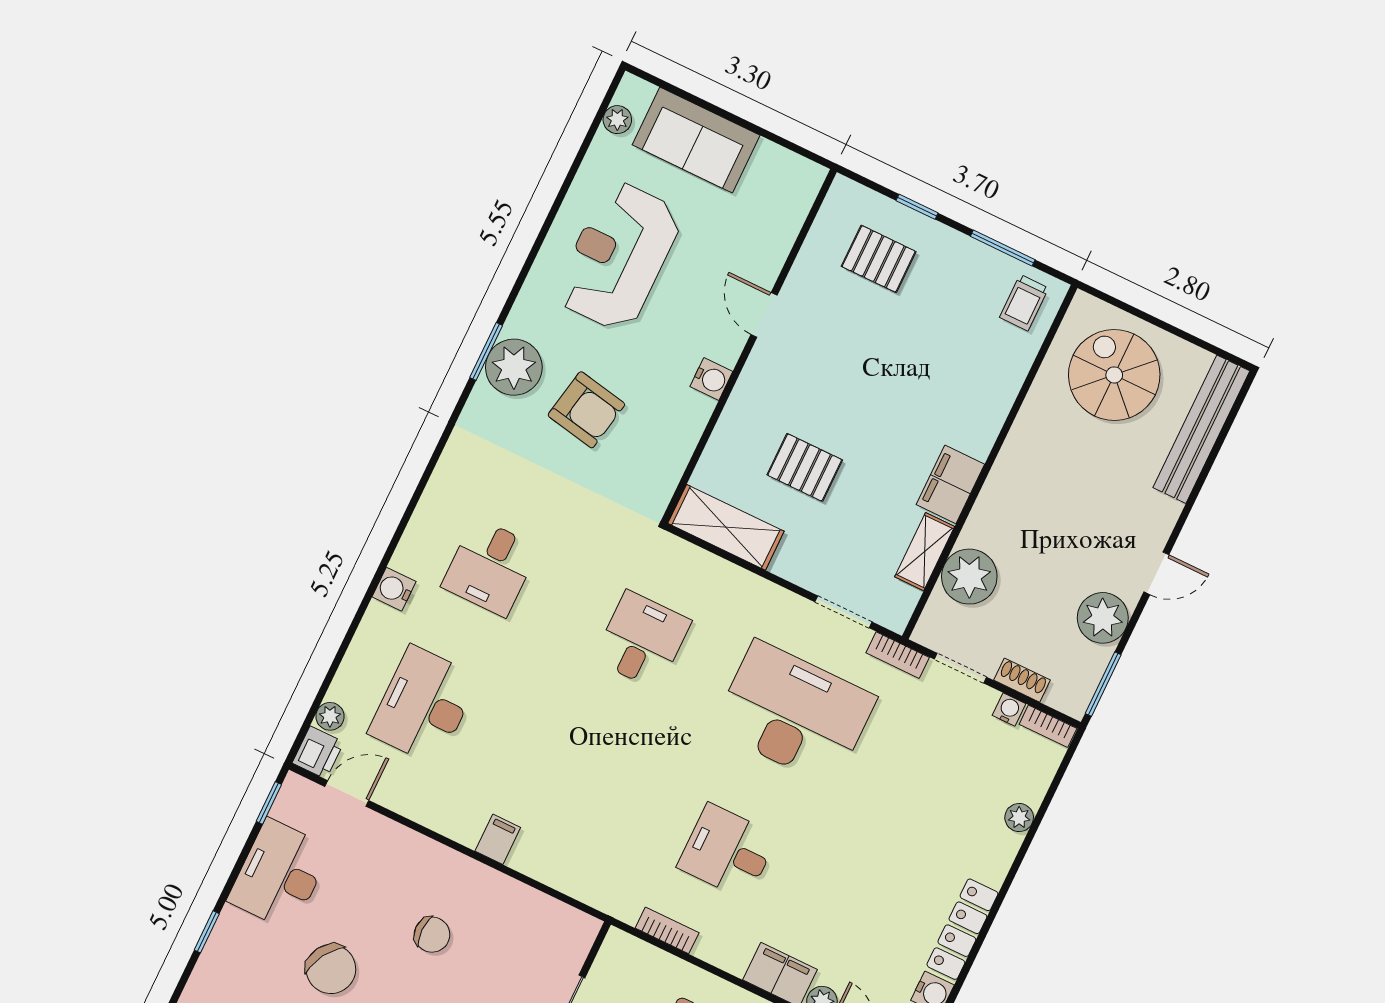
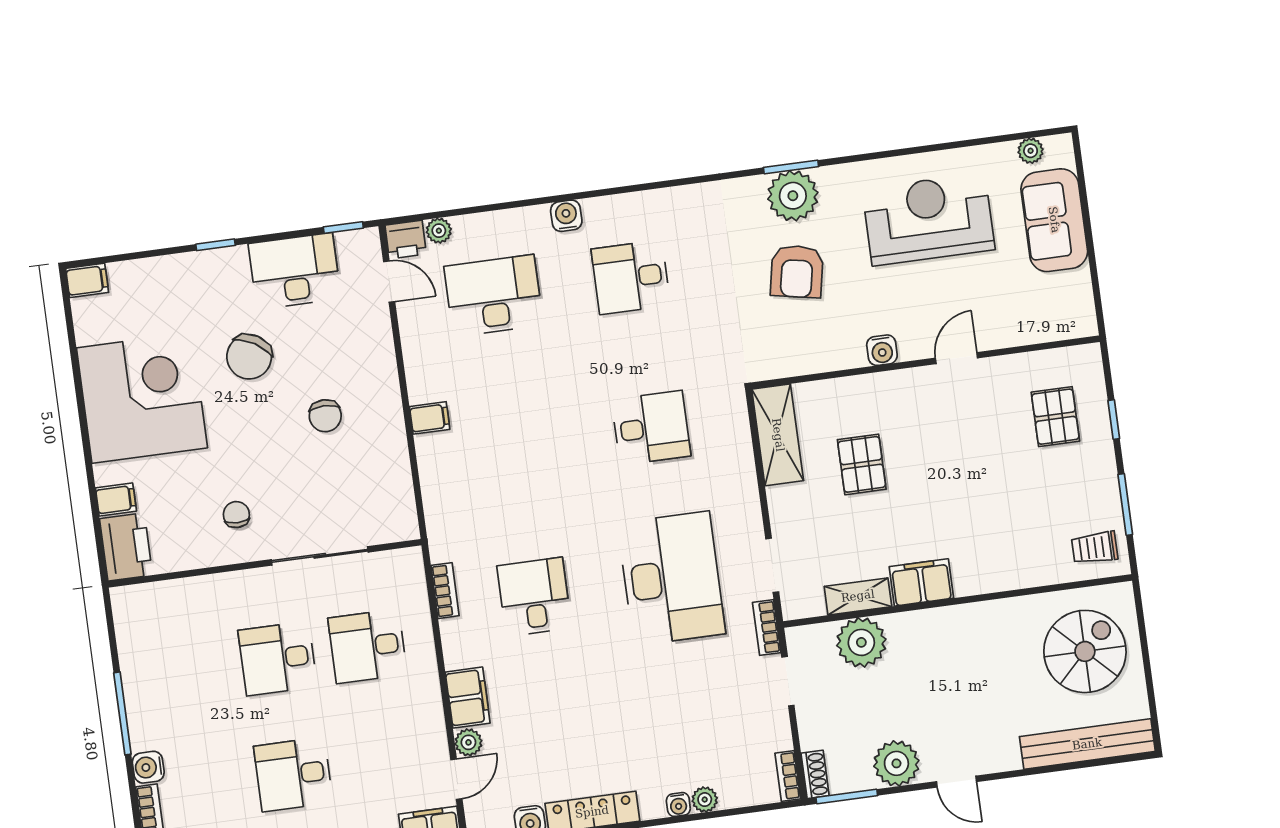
shoe rack: (1022, 680) -> (815, 774), moved
water cooler: (1009, 710) -> (678, 804), moved, turned 90

